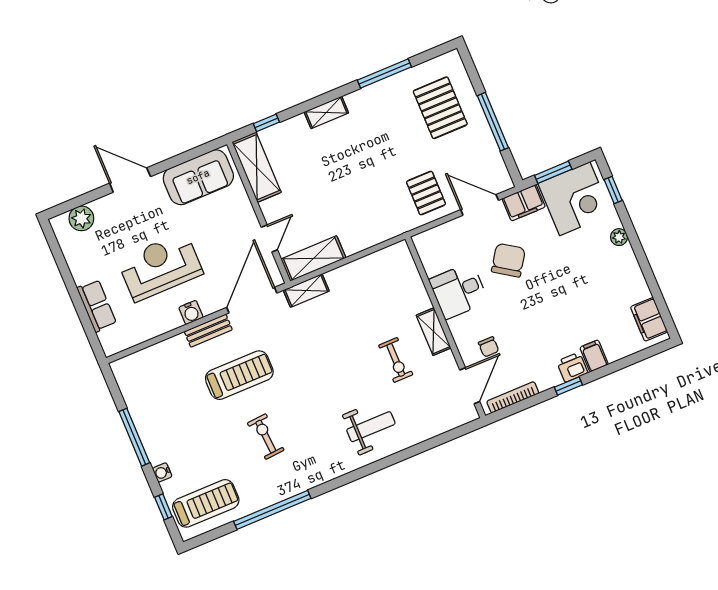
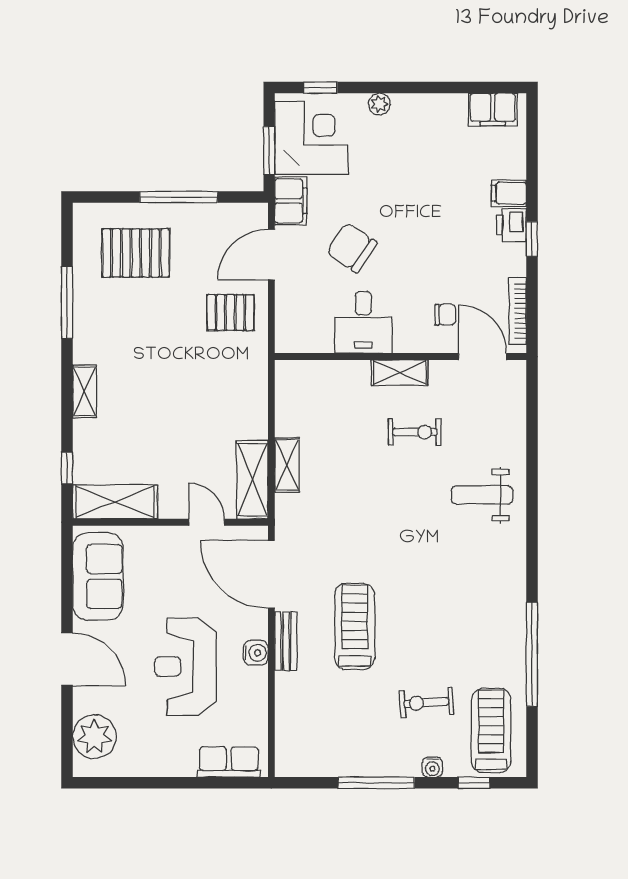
door: (130, 180) -> (67, 659), swing flipped
plant: (81, 218) -> (94, 737), width x1.36, depth x1.36
shelving: (306, 291) -> (287, 465), moved
row of seats: (97, 306) -> (229, 762), moved
weight bench: (371, 427) -> (482, 495), turned -90
exercise bike: (266, 437) -> (426, 703), moved

